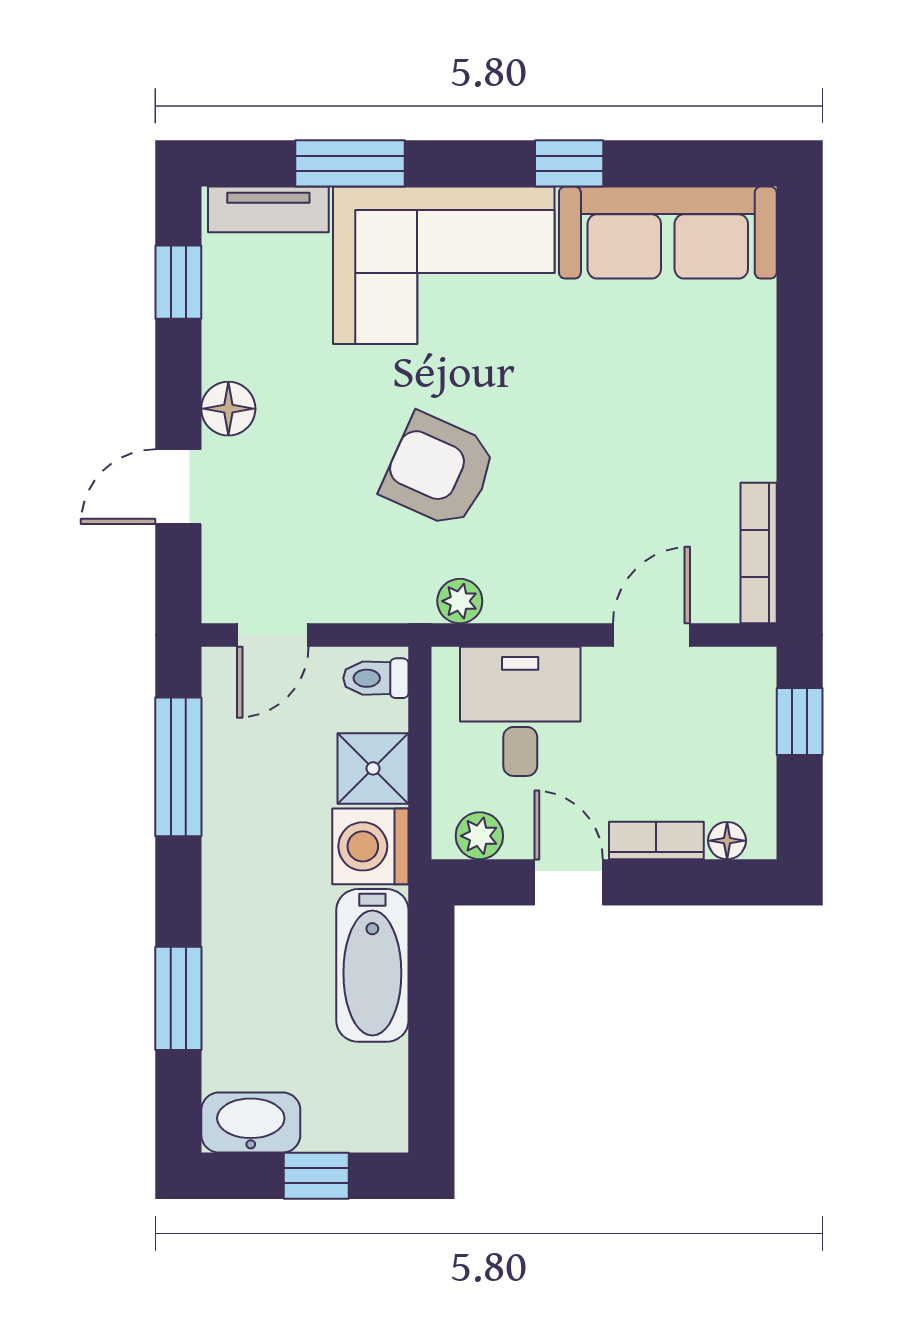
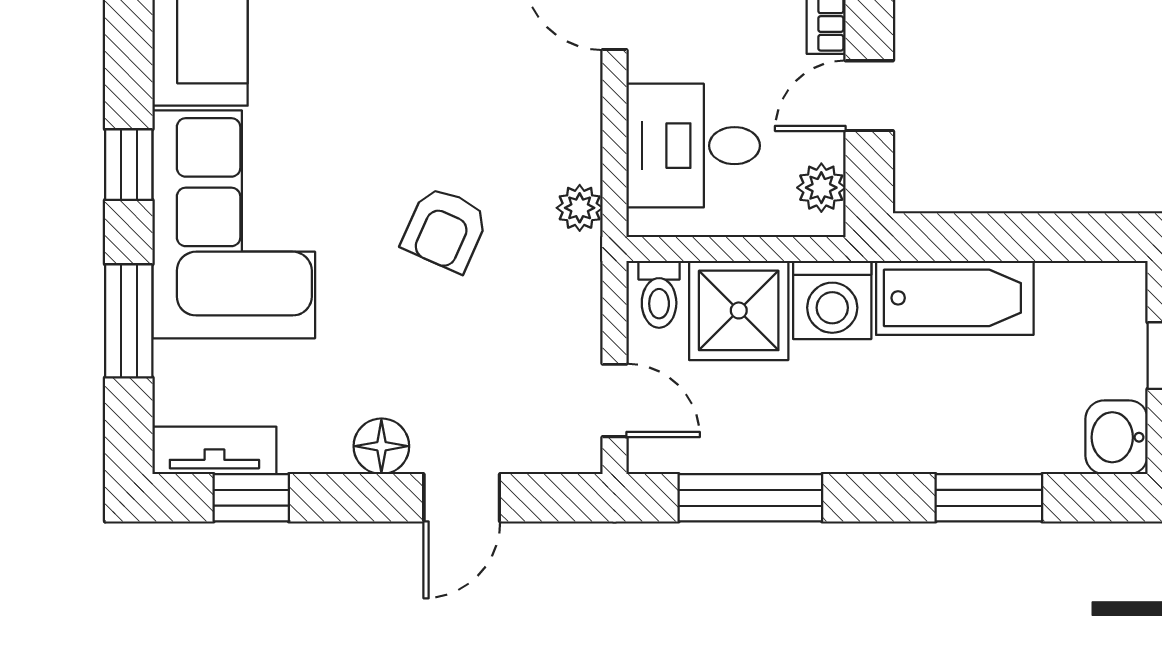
window: (569, 163) -> (129, 165), moved
tv unit: (268, 209) -> (214, 450), moved, turned -90
armchair: (439, 470) -> (445, 229), width x0.72, depth x0.72
door: (178, 487) -> (462, 498), hinge flipped
shower: (373, 768) -> (739, 310), width x1.36, depth x1.36
washbasin: (251, 1123) -> (1117, 437), width x0.72

